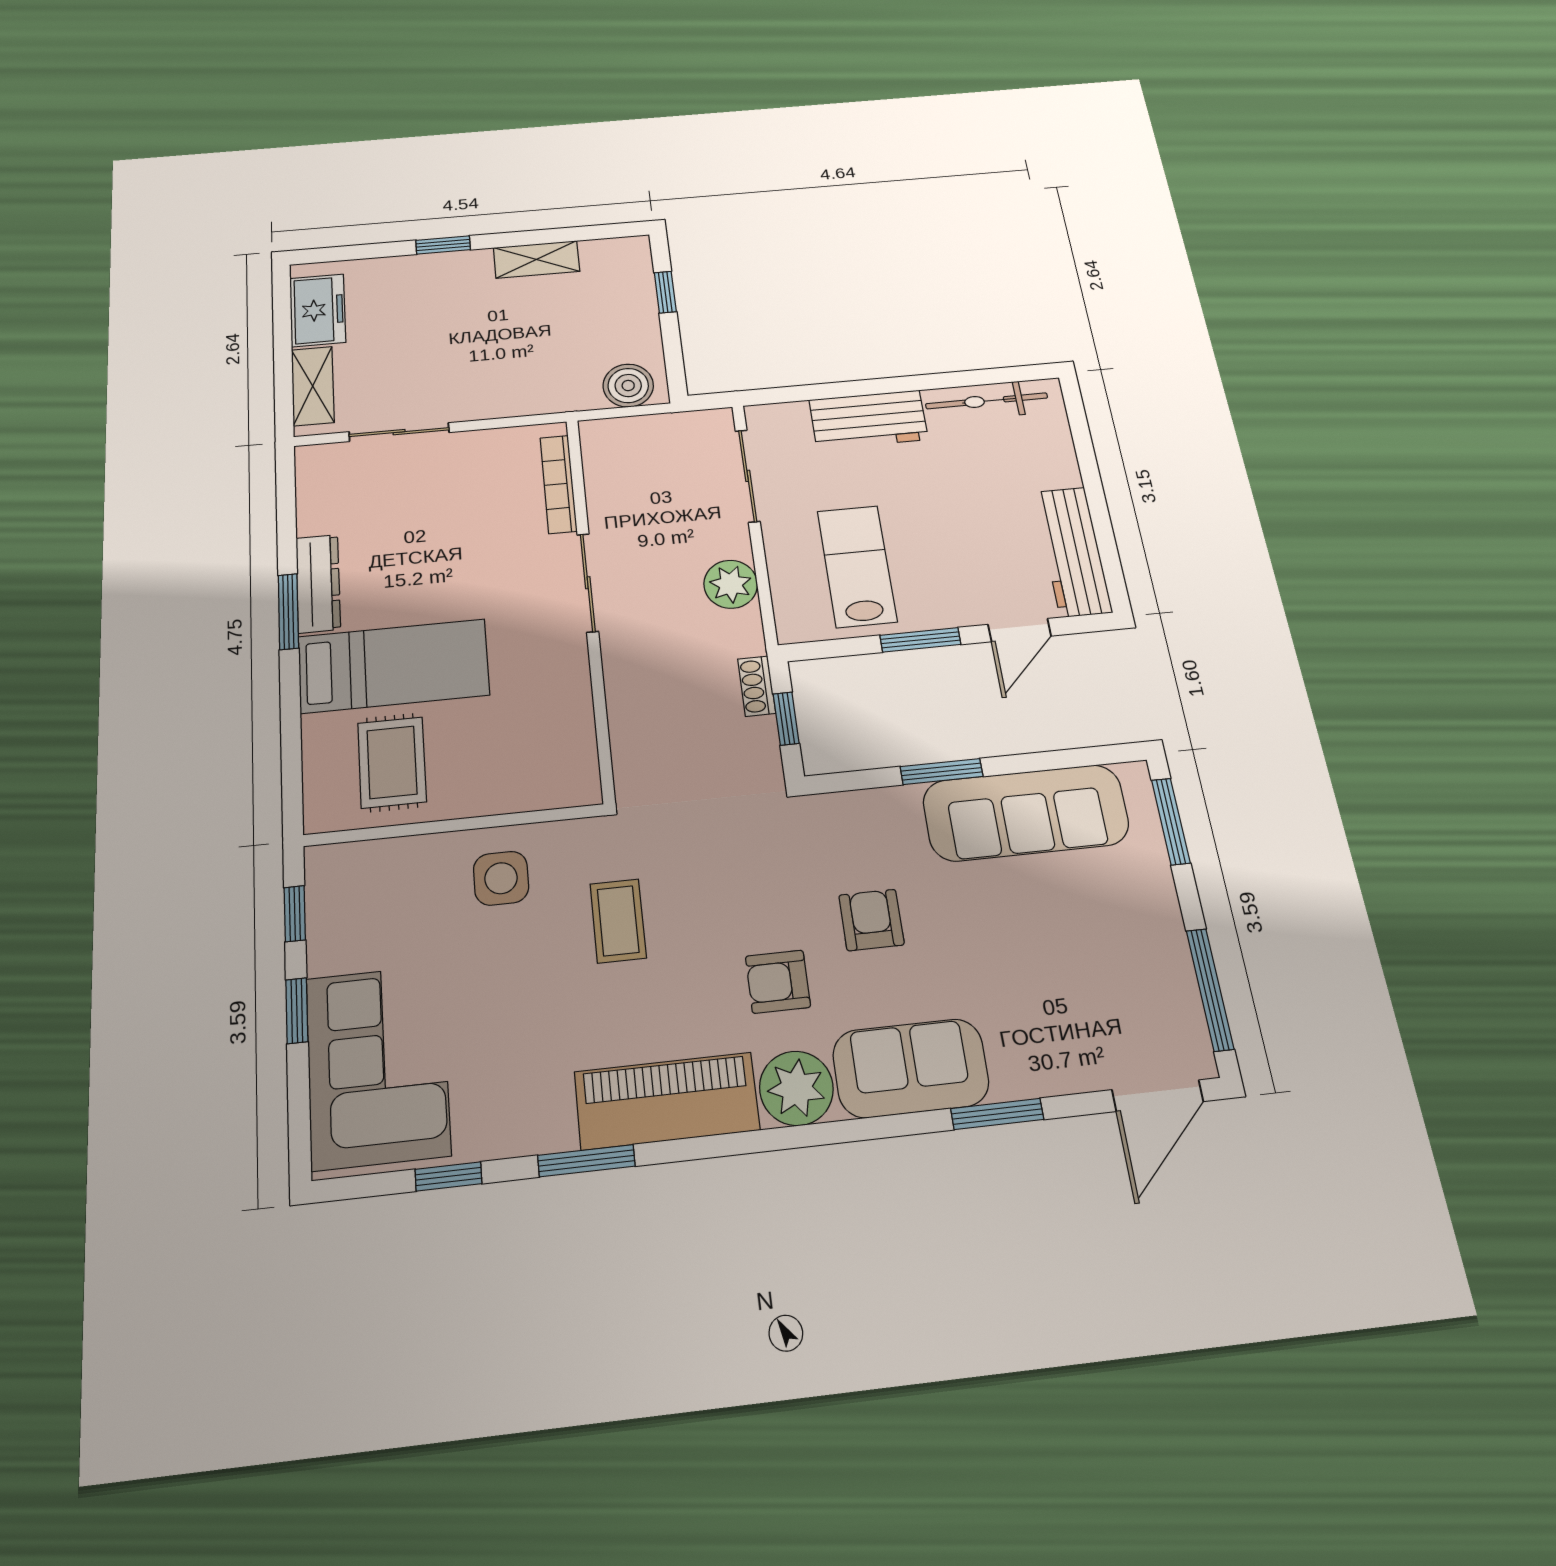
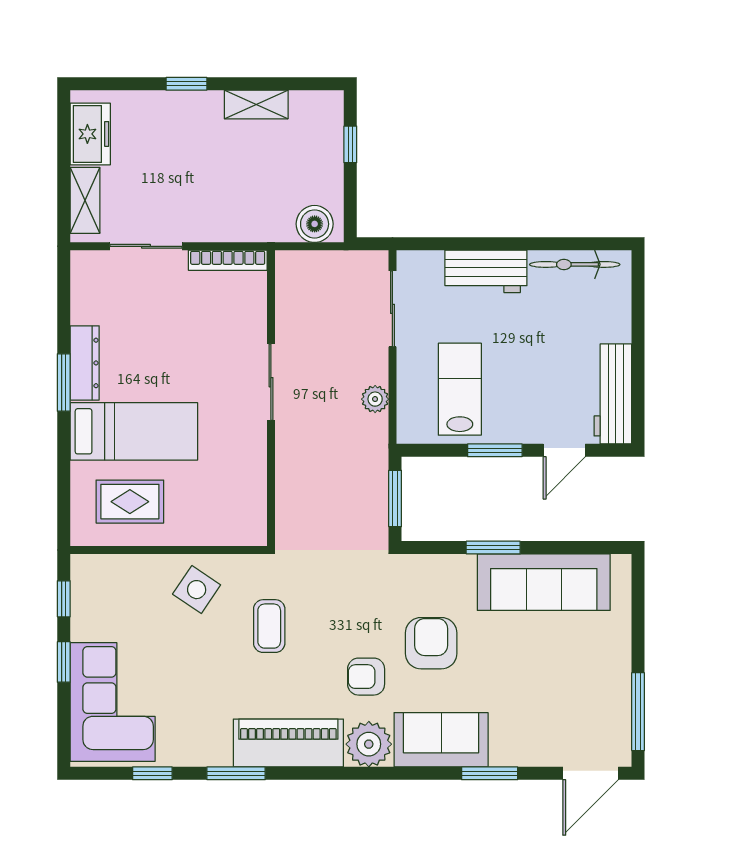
bookcase: (558, 484) -> (228, 260), moved, turned -90
plant: (731, 584) -> (375, 399), width x0.73, depth x0.73
shoe rack: (757, 686) -> (378, 473), removed
window: (786, 719) -> (395, 499), width x1.50
rug: (392, 762) -> (130, 502), turned 90
window: (1171, 821) -> (638, 598), removed
side table: (501, 878) -> (197, 590), turned 34
armchair: (871, 920) -> (431, 643), width x1.38, depth x1.38

